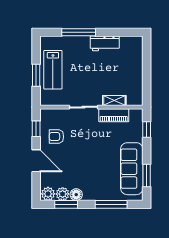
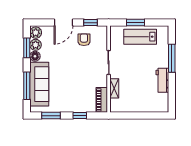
piano: (114, 115) -> (102, 100), moved
window: (147, 129) -> (80, 116), moved
sofa: (132, 169) -> (39, 84), moved, turned 90

